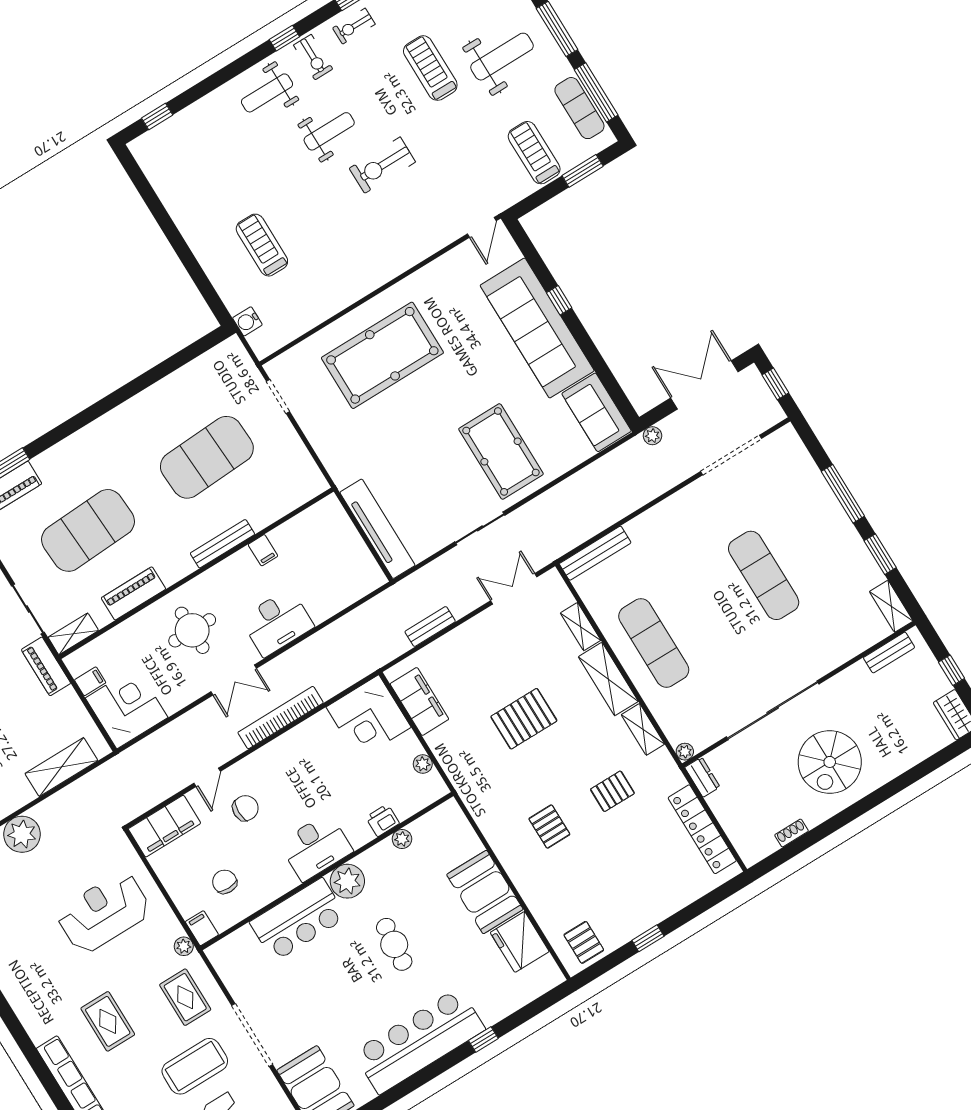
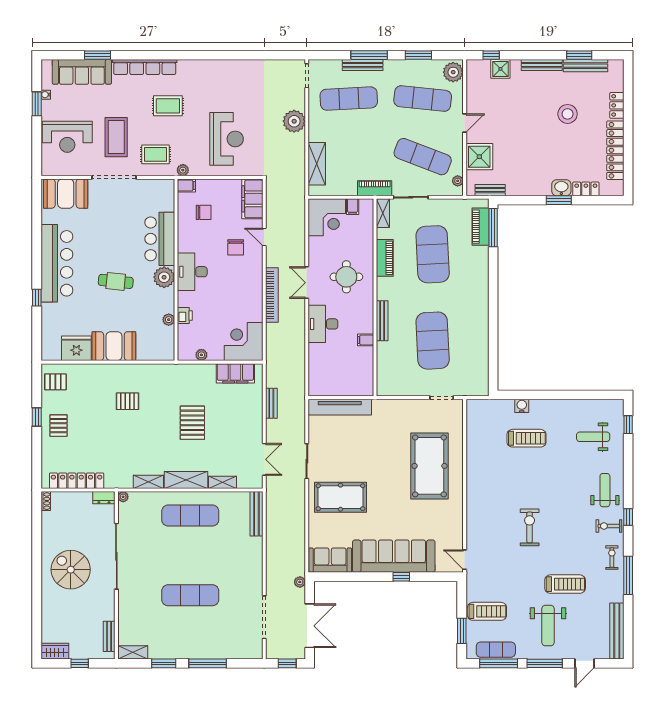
weight bench: (329, 131) -> (593, 437), moved, turned 90
water cooler: (247, 321) -> (522, 406), moved
pallet: (612, 791) -> (58, 426), moved
shoe rack: (792, 833) -> (46, 501), moved

